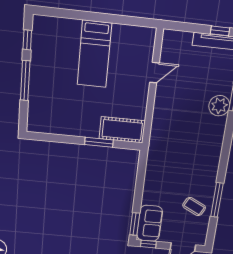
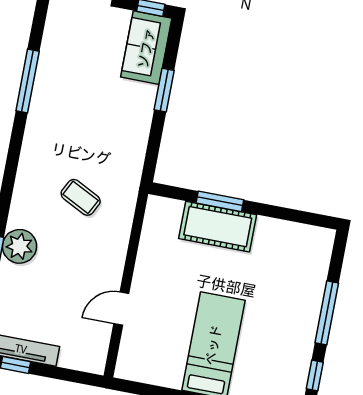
cot: (122, 130) -> (218, 227), moved
coffee table: (194, 207) -> (81, 197), moved
window: (135, 224) -> (164, 90), moved

